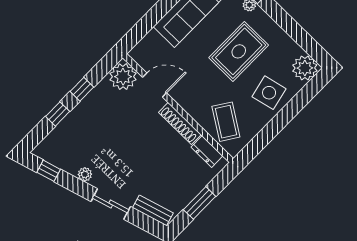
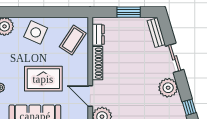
rug: (239, 51) -> (43, 79), moved
side table: (269, 93) -> (36, 32), turned 37
plant: (85, 174) -> (168, 88), width x1.87, depth x1.87

